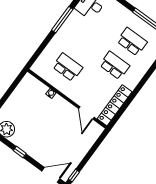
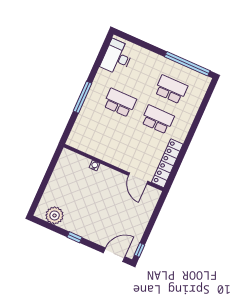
window: (62, 20) -> (82, 97), moved
school desk: (67, 67) -> (120, 103), moved

